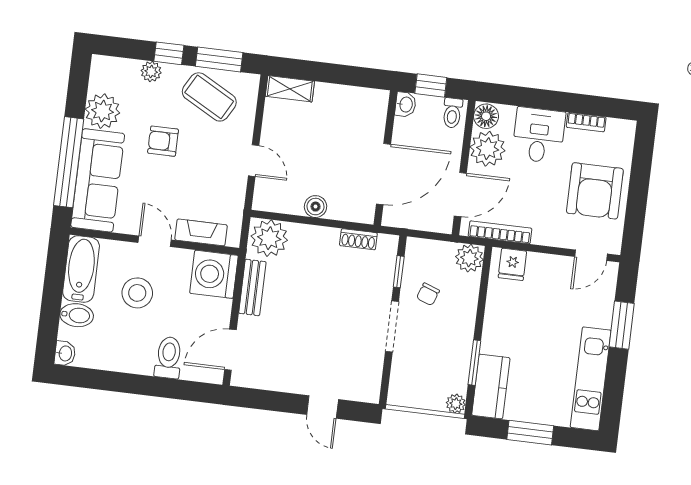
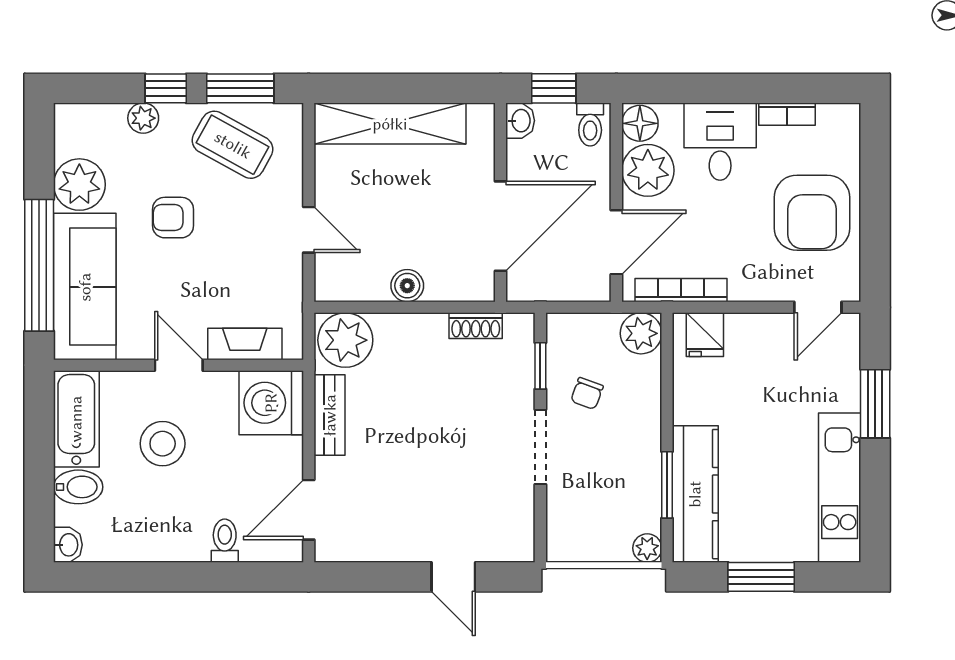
shelving: (290, 89) -> (390, 124), width x2.20, depth x1.33
toilet: (168, 358) -> (225, 541), width x0.73, depth x0.72
kitchen counter: (491, 387) -> (695, 494), width x1.50

